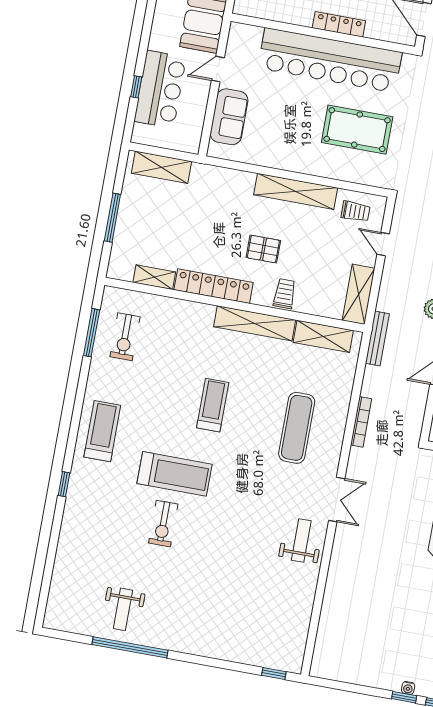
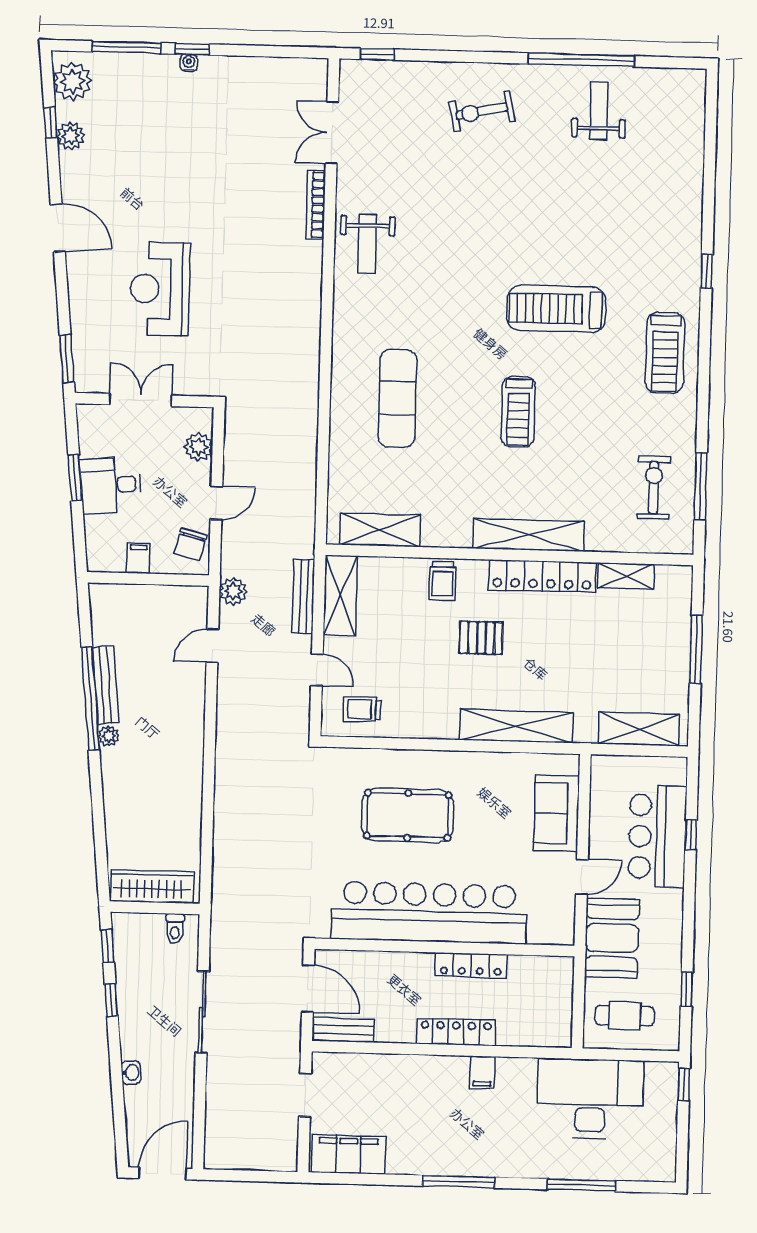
locker: (339, 24) -> (471, 965), moved
pool table: (357, 130) -> (408, 815), moved
shelving: (296, 191) -> (516, 726), moved
shelving: (255, 323) -> (528, 535), moved
bench: (377, 338) -> (303, 596), moved
bookcase: (361, 422) -> (316, 205), moved
double door: (337, 499) -> (332, 133), moved
exercise bike: (163, 524) -> (482, 111), moved, turned -102

